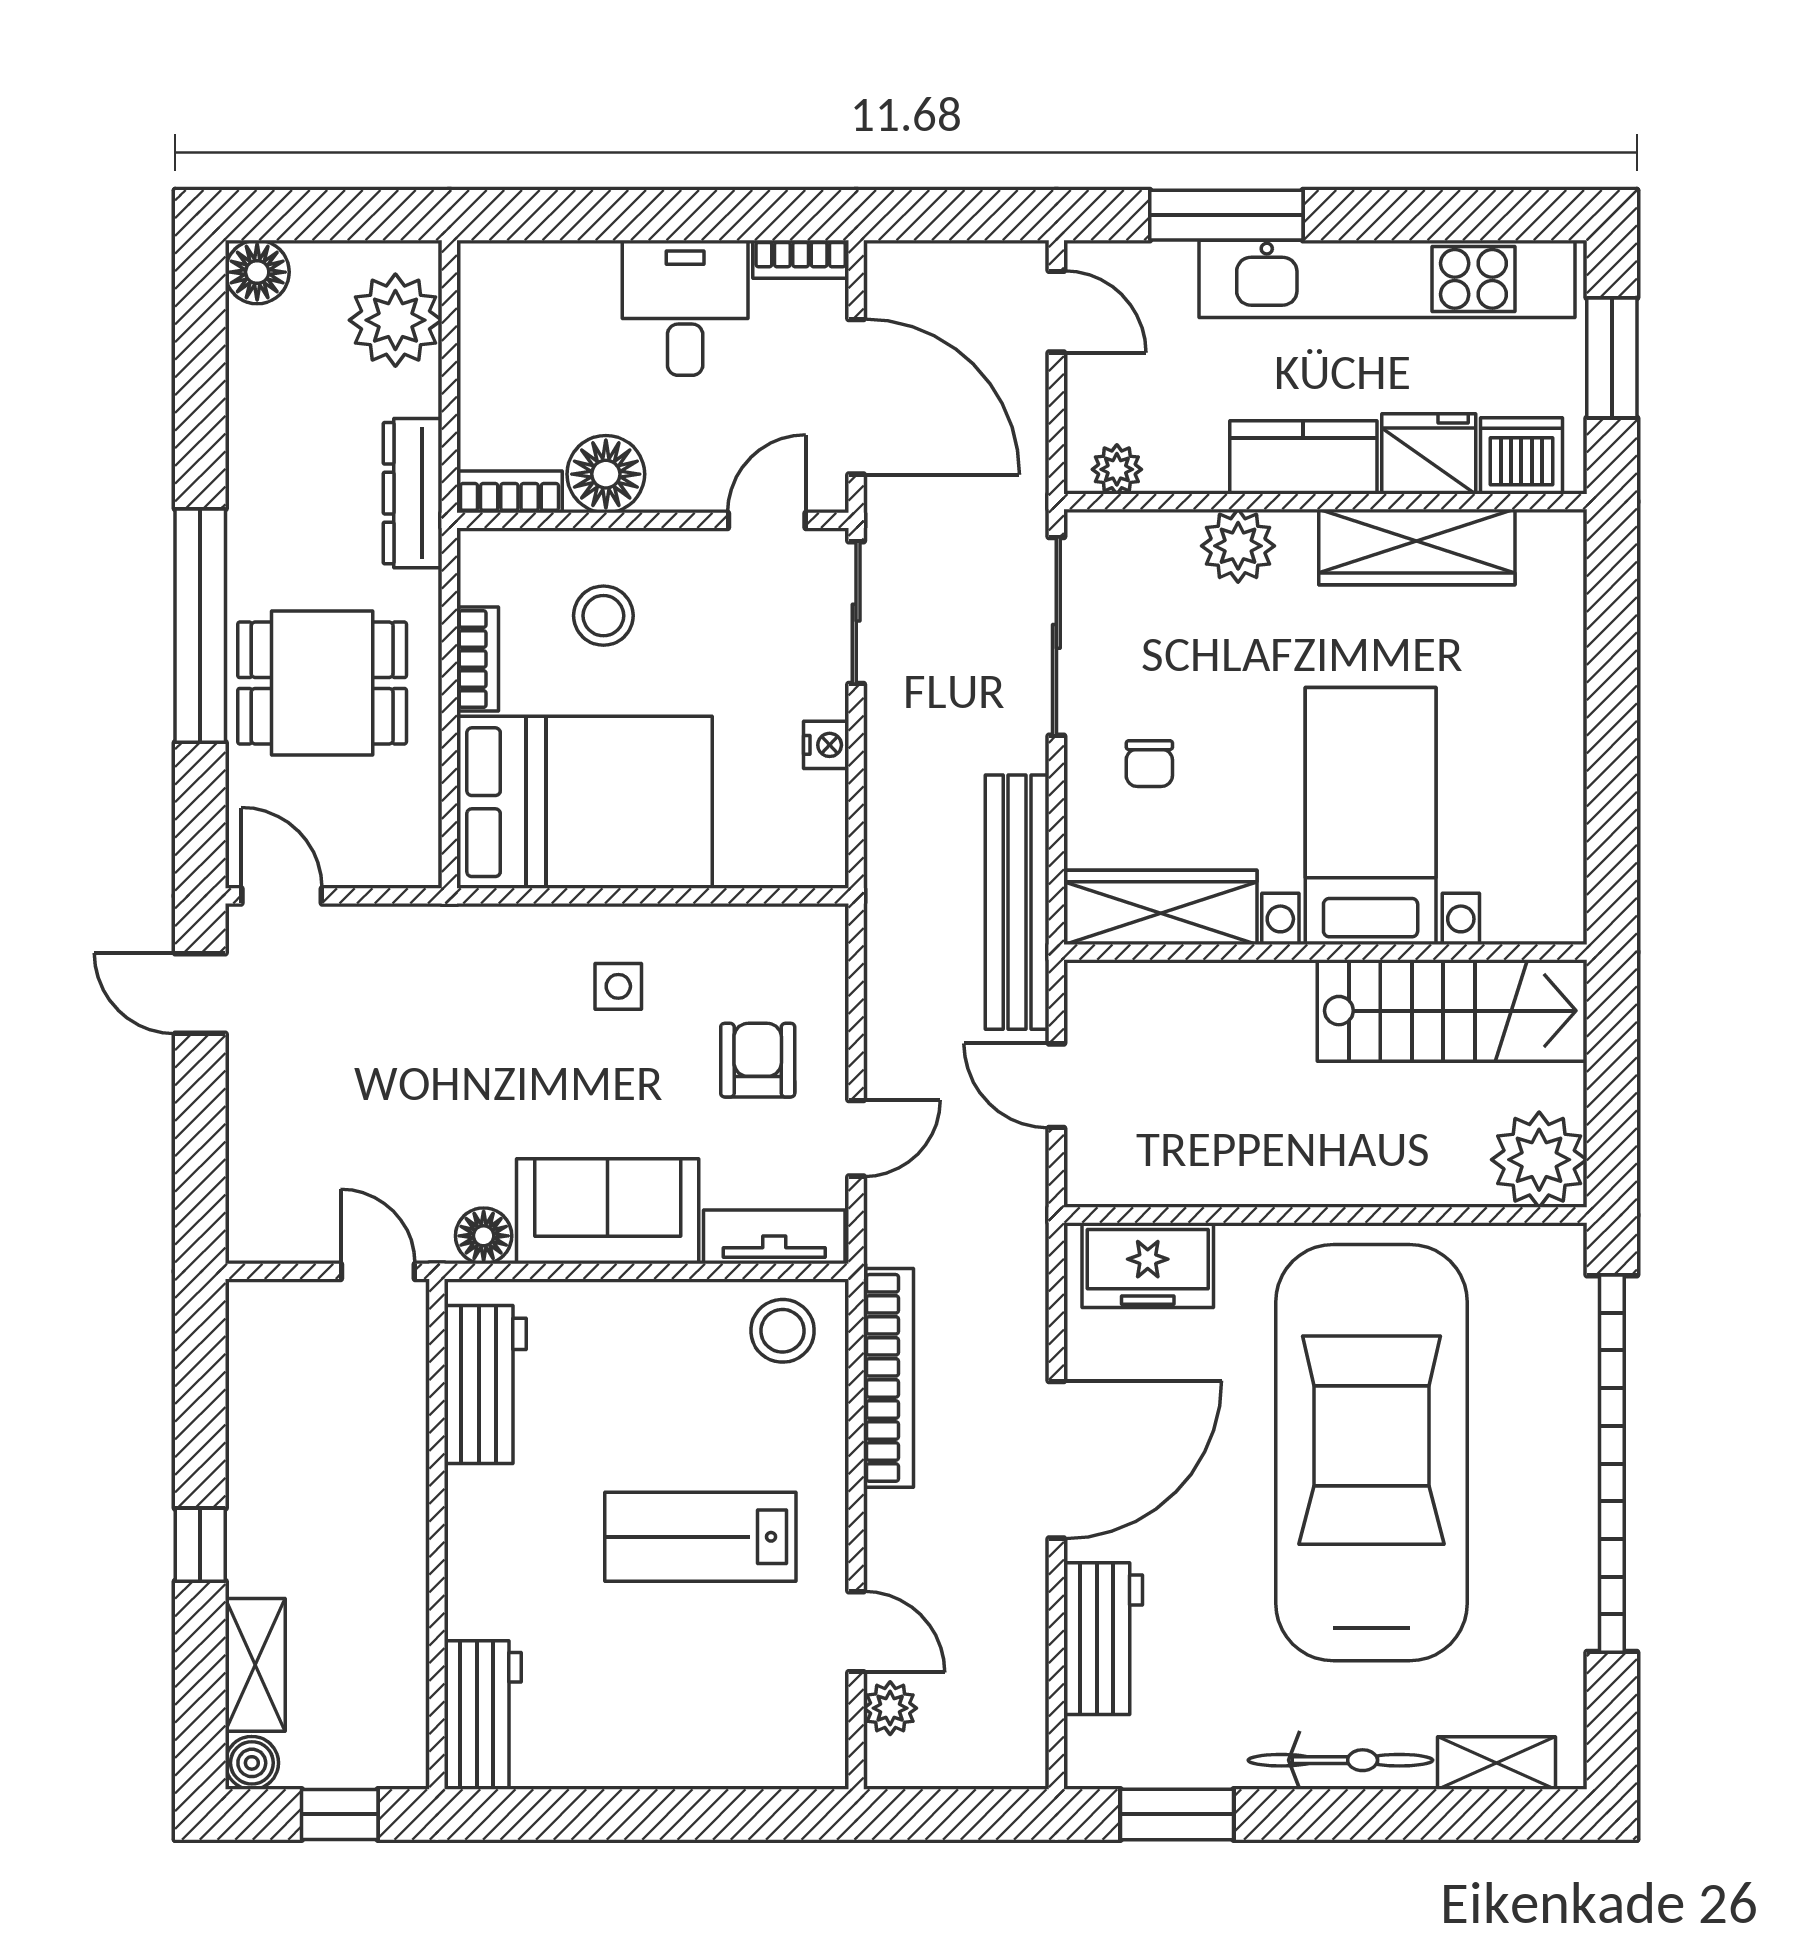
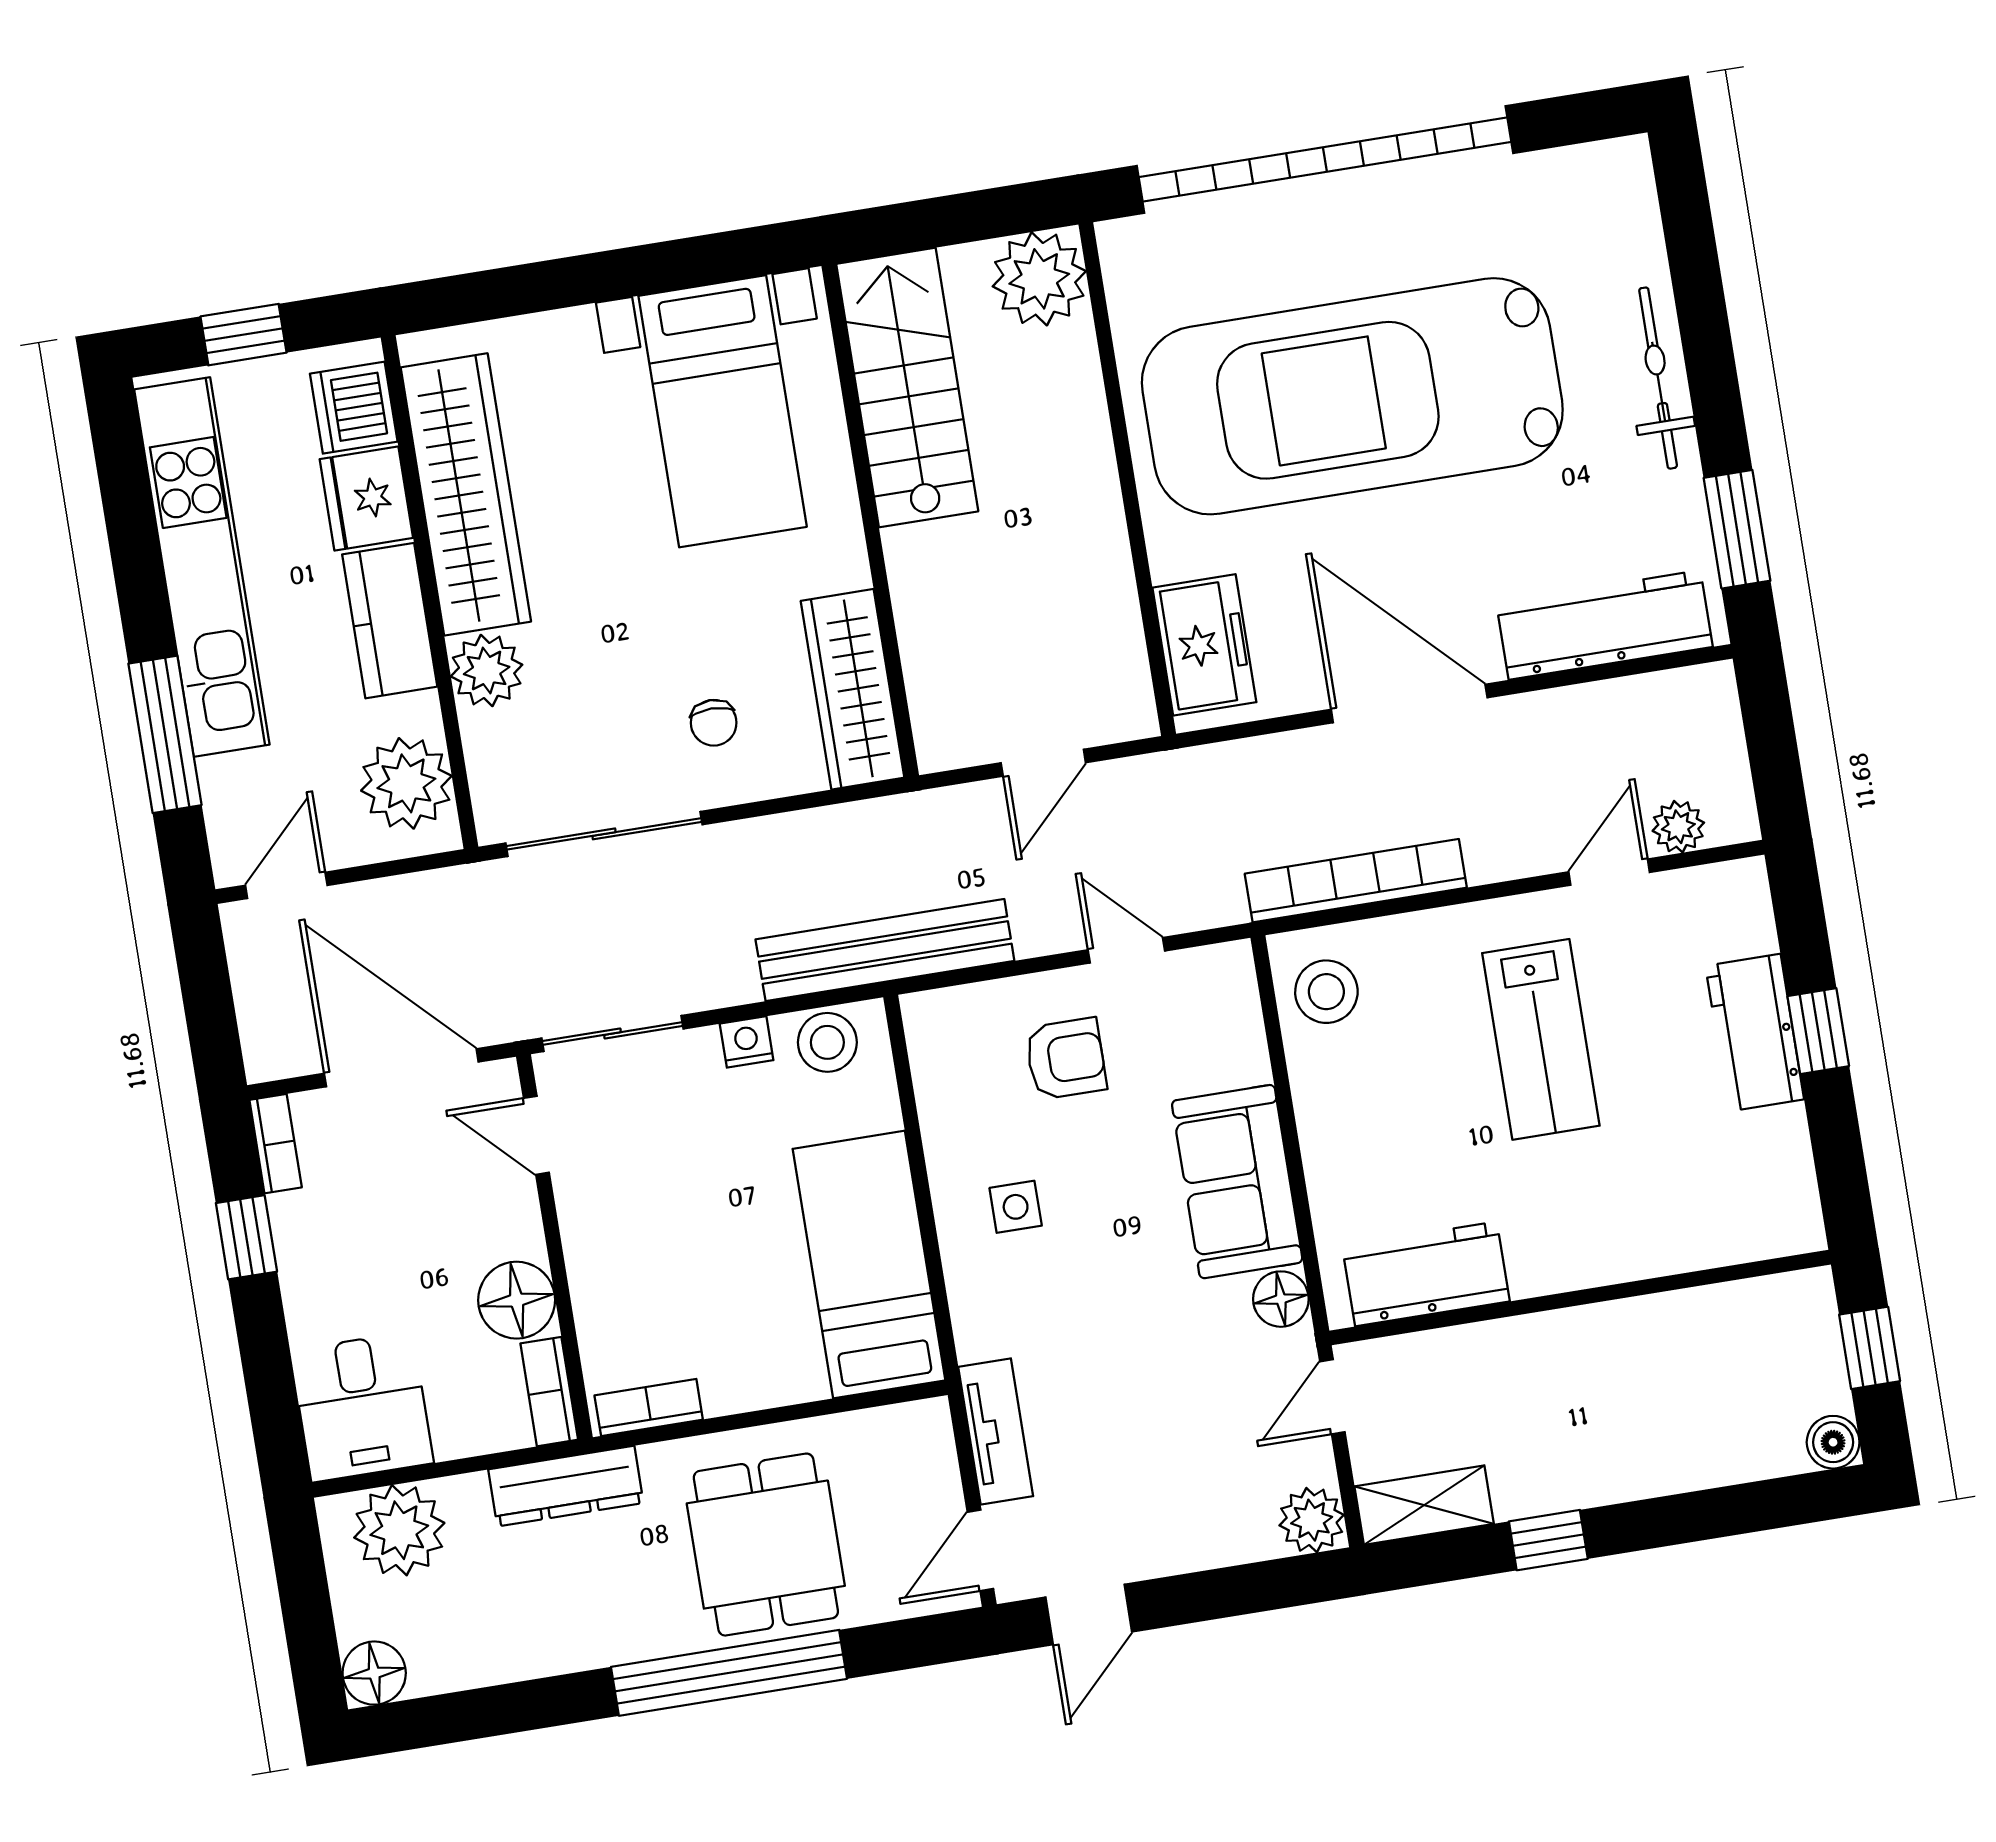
window: (712, 215) -> (246, 1237), added
desk: (685, 308) -> (362, 1407), moved, turned -90
window: (1612, 358) -> (244, 335), width x0.67
door: (856, 397) -> (401, 1068), hinge flipped
plant: (1117, 469) -> (406, 783), width x1.87, depth x1.87
wardrobe: (1417, 547) -> (466, 494), width x1.40, depth x1.17
stool: (603, 616) -> (827, 1042), moved
bookcase: (478, 659) -> (649, 1407), moved
chair: (1149, 764) -> (714, 723), turned 90
bed: (584, 802) -> (869, 1265), width x0.67
bed with nightstands: (1371, 816) -> (723, 411), moved, turned -90
bench: (1017, 902) -> (885, 950), moved
armchair: (758, 1060) -> (1066, 1059), turned 180
plant: (258, 1231) -> (1312, 1520), added
tv unit: (774, 1237) -> (996, 1432), moved, turned 180
window: (200, 1545) -> (1548, 1540), moved
workbench: (1103, 1639) -> (1605, 625), width x1.37
shelving: (255, 1665) -> (1424, 1505), moved
workbench: (483, 1715) -> (1755, 1033), moved, turned -90
shelving: (1496, 1763) -> (1636, 225), removed
window: (664, 1814) -> (1818, 1031), added

